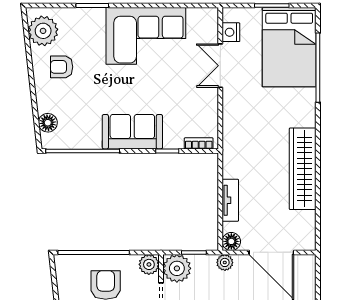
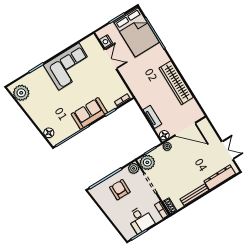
double door: (220, 66) -> (110, 59), swing flipped
armchair: (62, 67) -> (40, 104), removed

